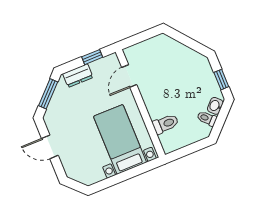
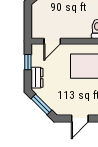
door: (129, 76) -> (52, 41), hinge flipped

